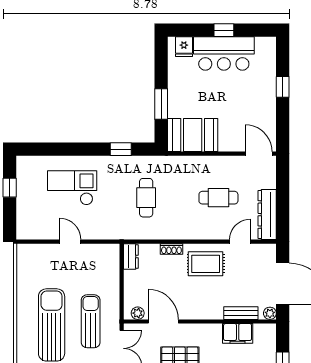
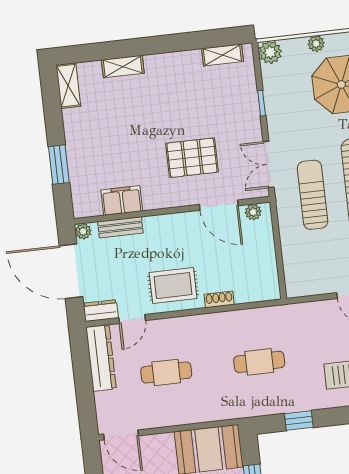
cafe table: (146, 198) -> (259, 362), turned 90
dresser: (131, 257) -> (101, 311), moved, turned 90
sun lounger: (91, 321) -> (313, 195), turned 180

